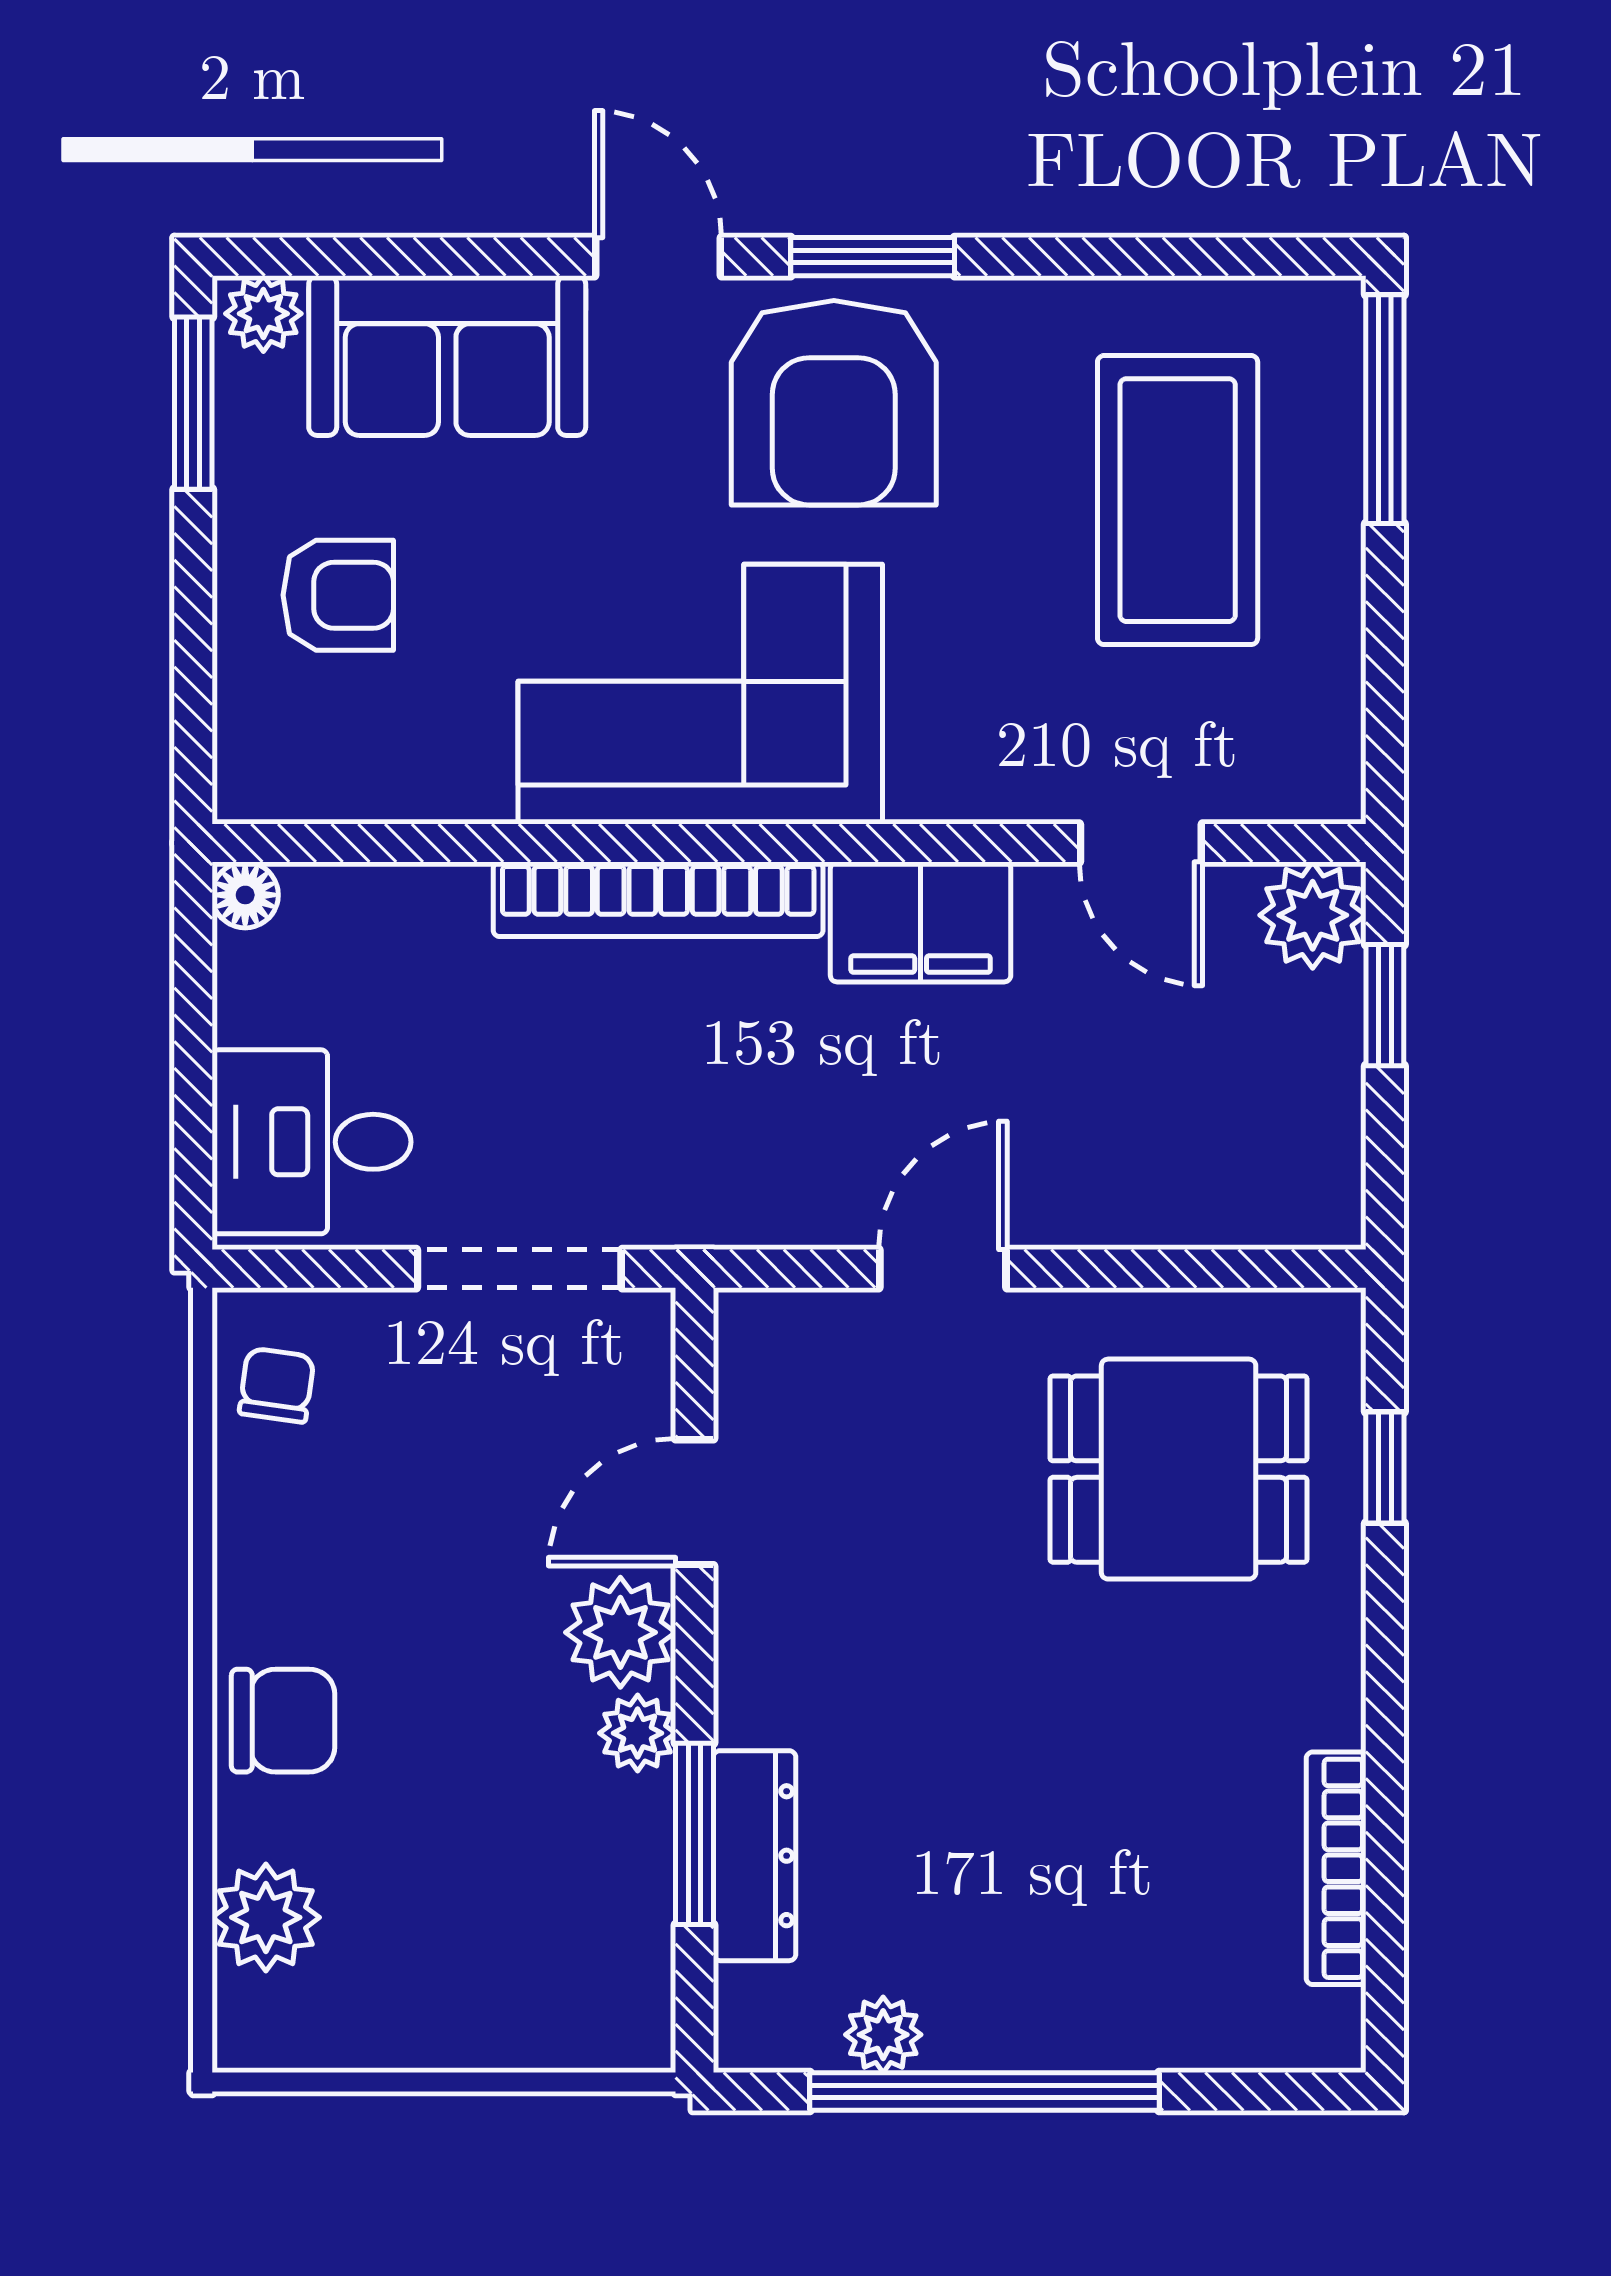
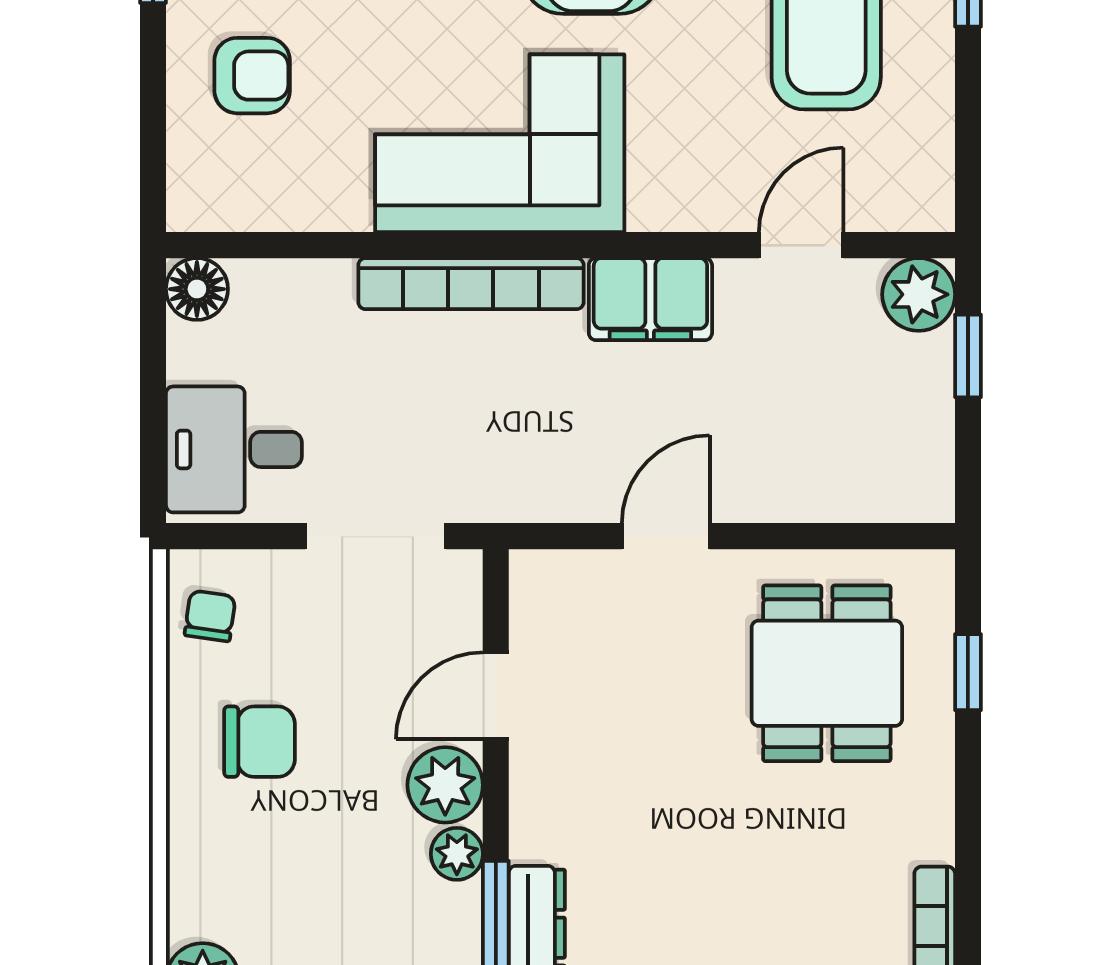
door: (1141, 843) -> (801, 245), swing flipped
floor lamp: (245, 895) -> (197, 289), width x1.37, depth x1.37
dining table: (1179, 1469) -> (827, 673), turned 90
chair: (283, 1721) -> (260, 742), moved

